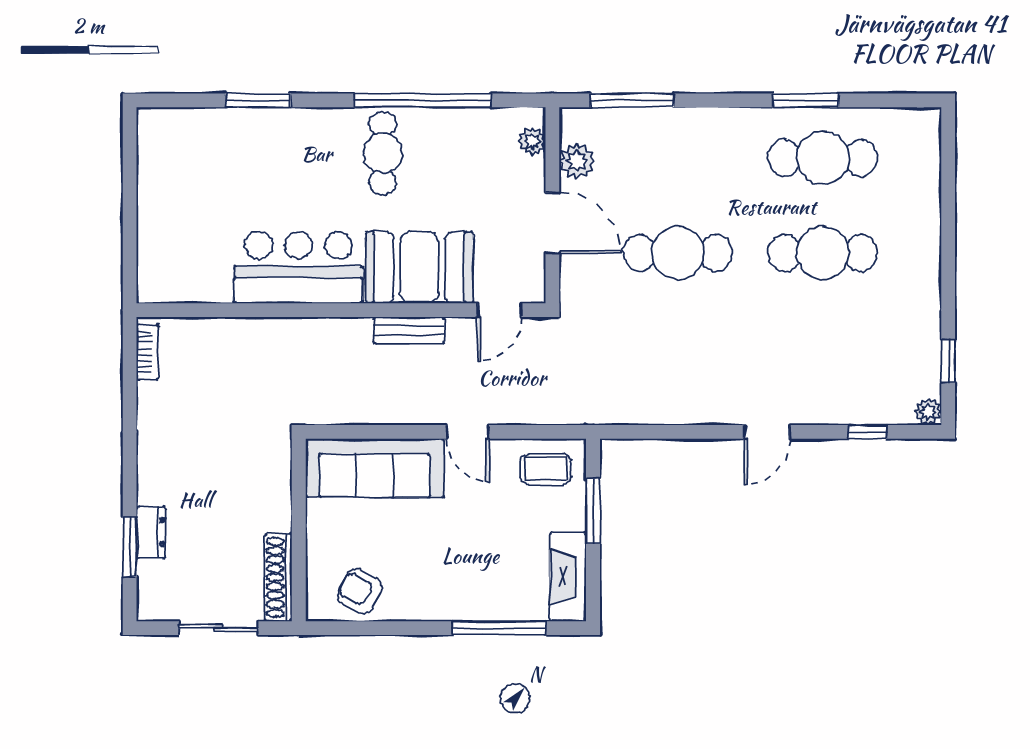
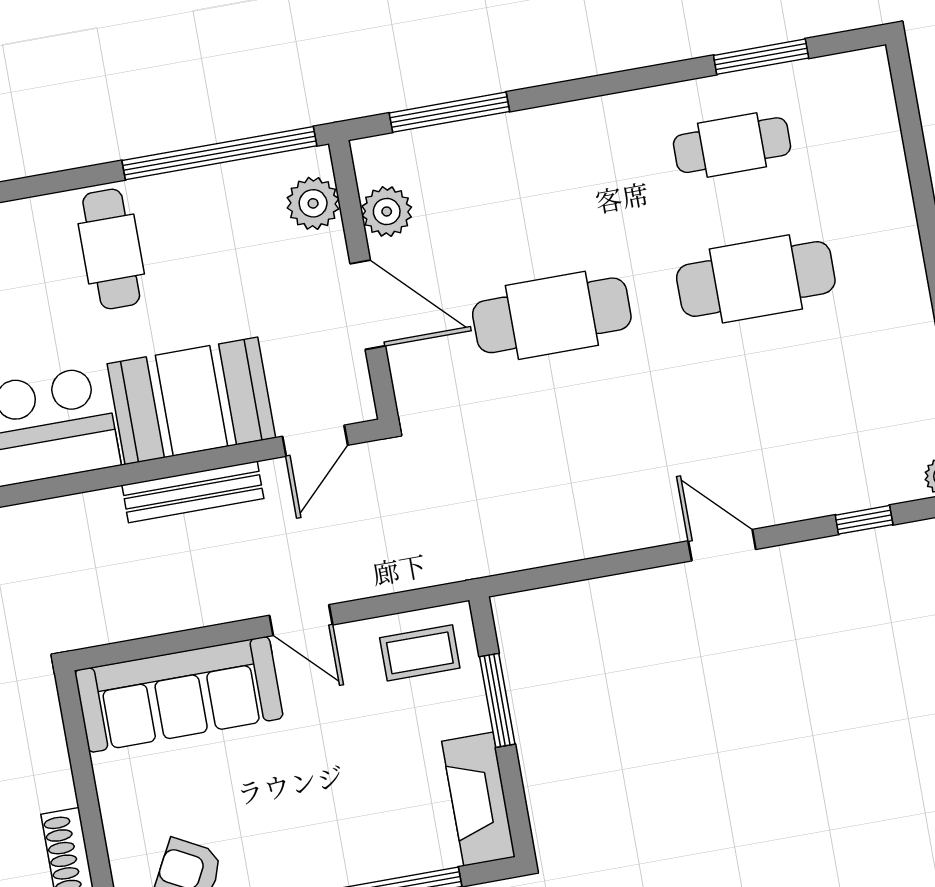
window: (423, 100) -> (219, 153), moved
window: (806, 100) -> (761, 57), moved
plant: (532, 141) -> (313, 203), width x1.38, depth x1.38
cafe table: (823, 158) -> (732, 145), width x0.73, depth x0.74
bench: (409, 330) -> (193, 492), width x1.36
door: (767, 432) -> (722, 545), swing flipped

